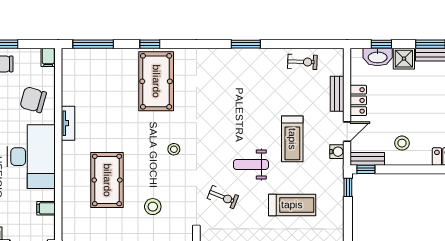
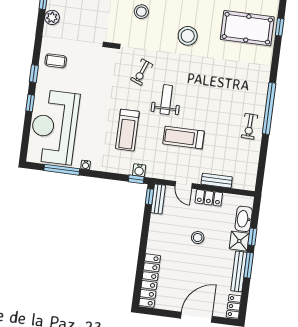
window: (246, 44) -> (269, 108), width x2.11
window: (381, 44) -> (252, 237), moved
exercise bike: (302, 62) -> (249, 126), moved
stool: (402, 143) -> (198, 238), moved
stool: (174, 149) -> (188, 36), width x1.89, depth x1.89
water cooler: (337, 152) -> (139, 170), moved

